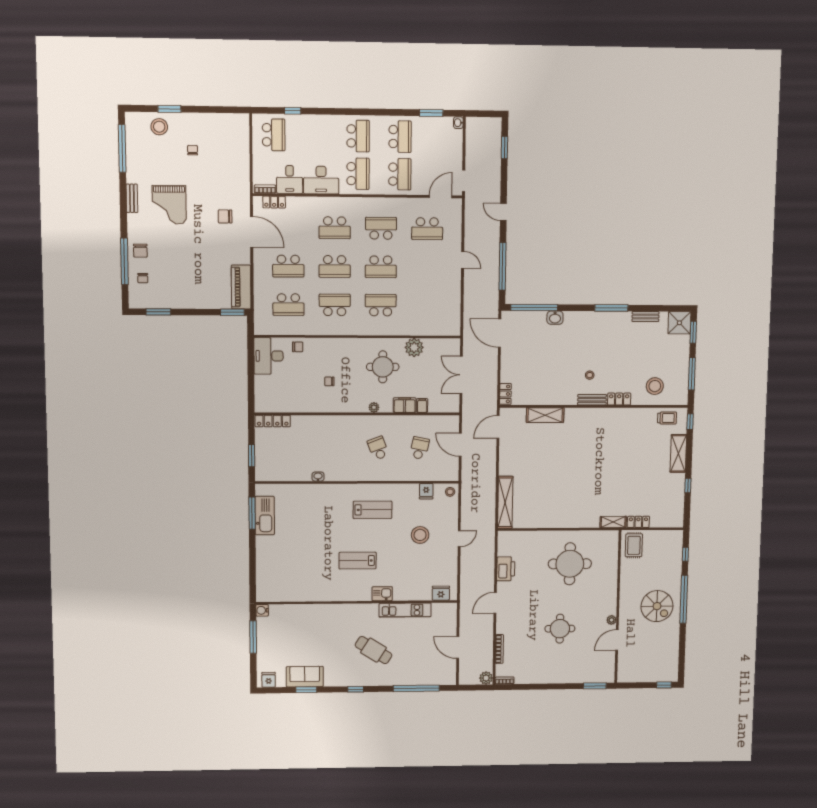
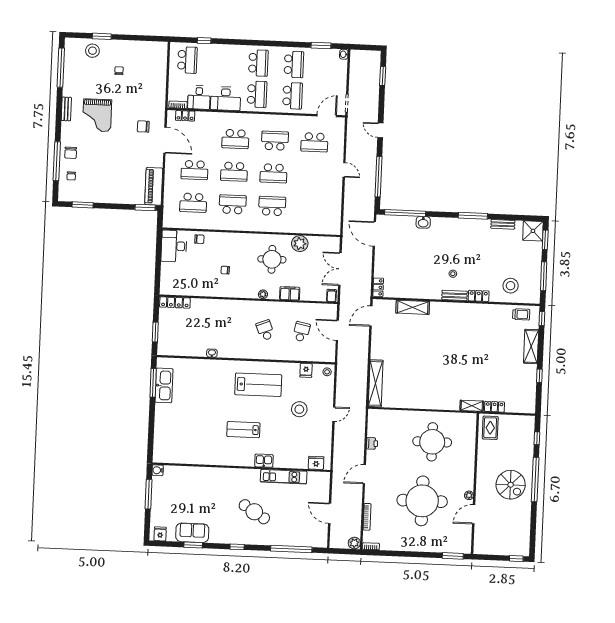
filing cabinet: (422, 405) -> (332, 295), moved
lab bench: (373, 510) -> (258, 385), width x1.36, depth x1.39
printer: (506, 569) -> (372, 443), width x0.53, depth x0.68
round table: (560, 629) -> (422, 501), width x1.86, depth x1.86

